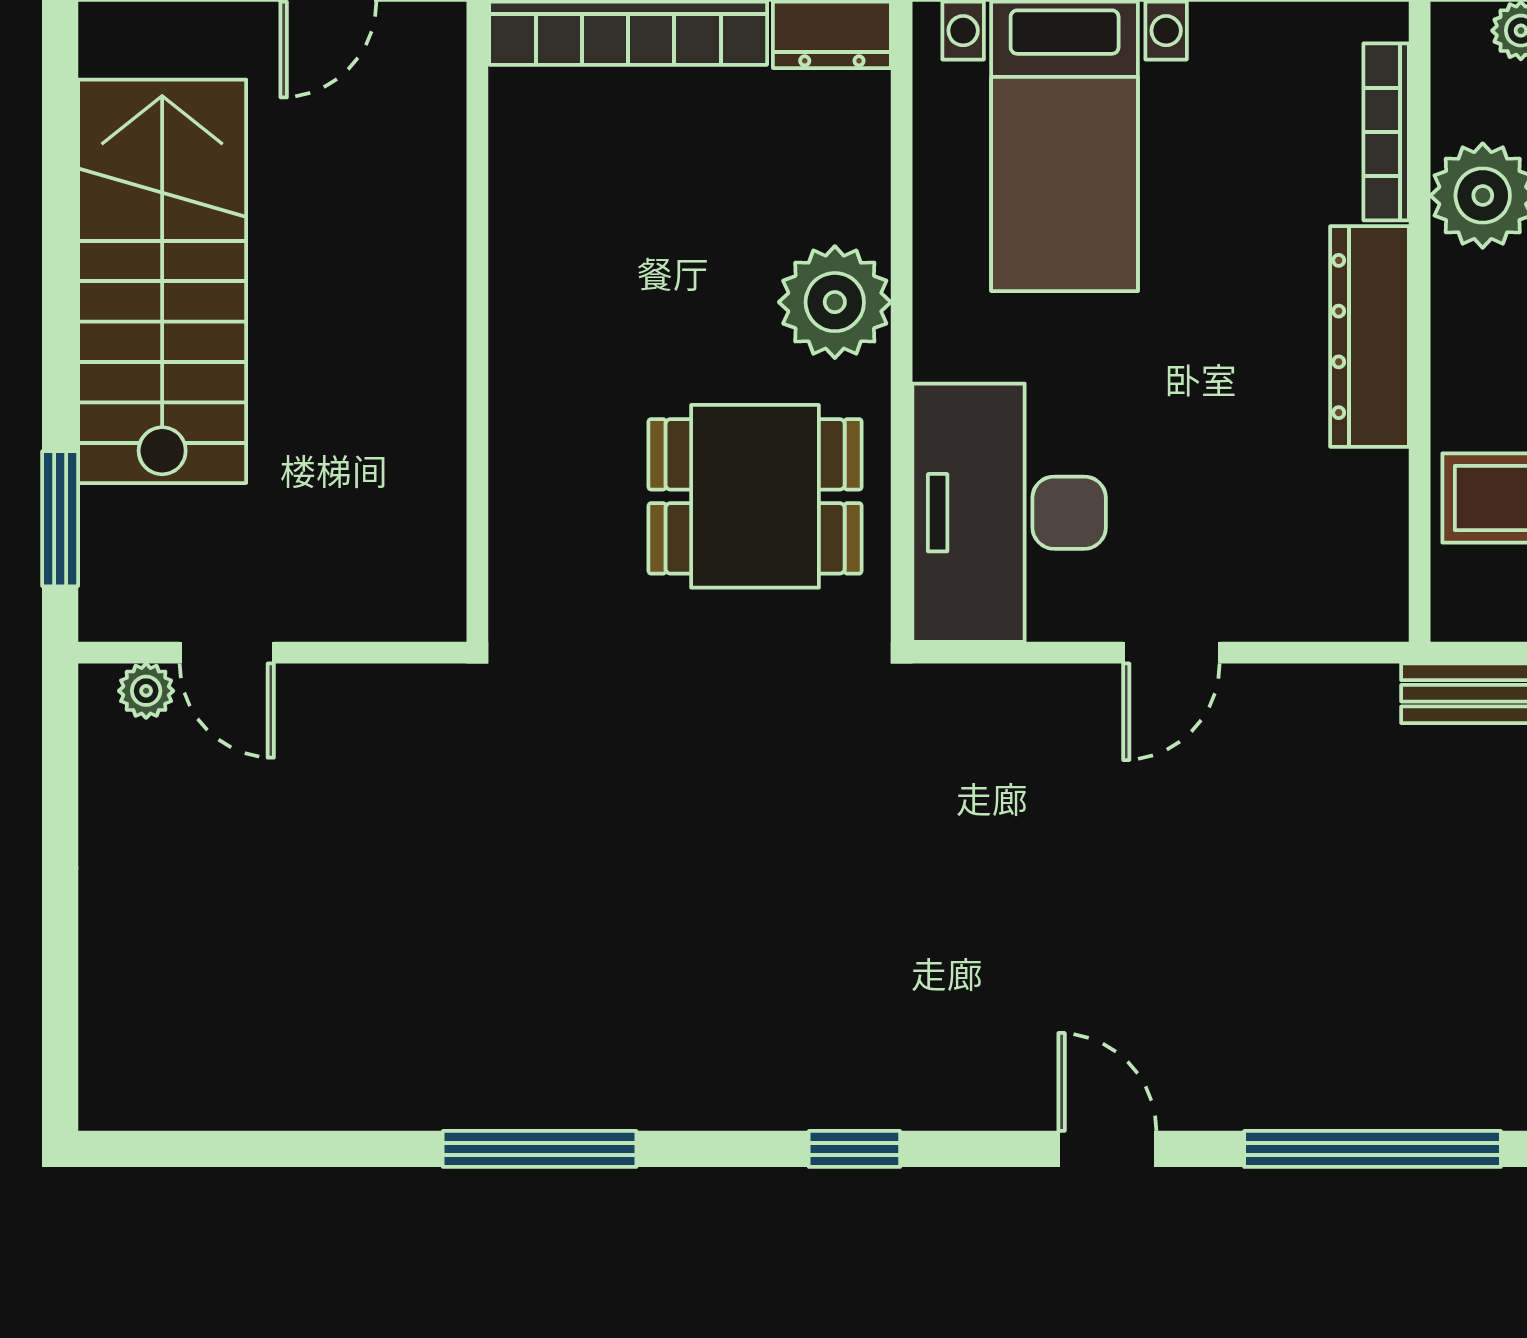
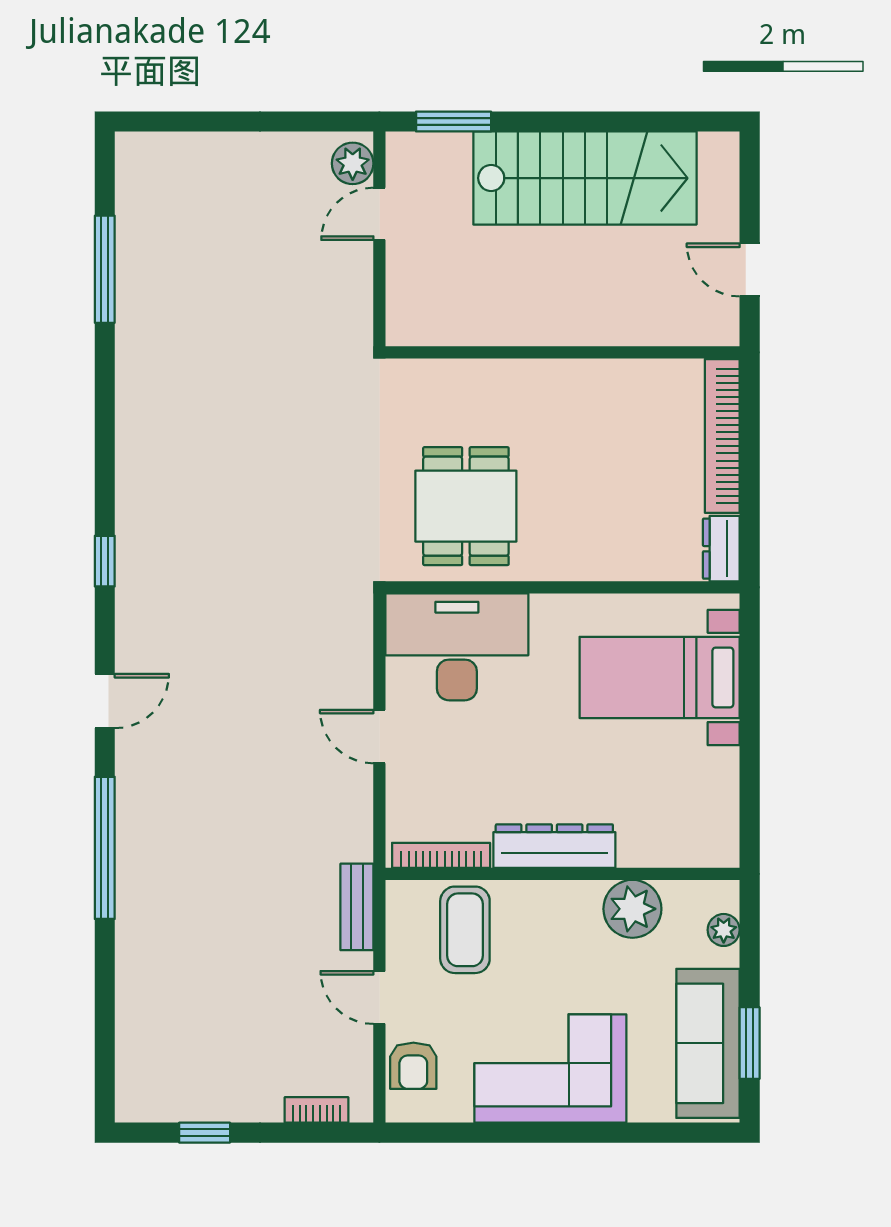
bookcase: (1386, 132) -> (441, 855), moved
plant: (835, 302) -> (573, 550), removed
plant: (146, 691) -> (353, 163), width x1.38, depth x1.38
window: (540, 1149) -> (105, 269), moved

